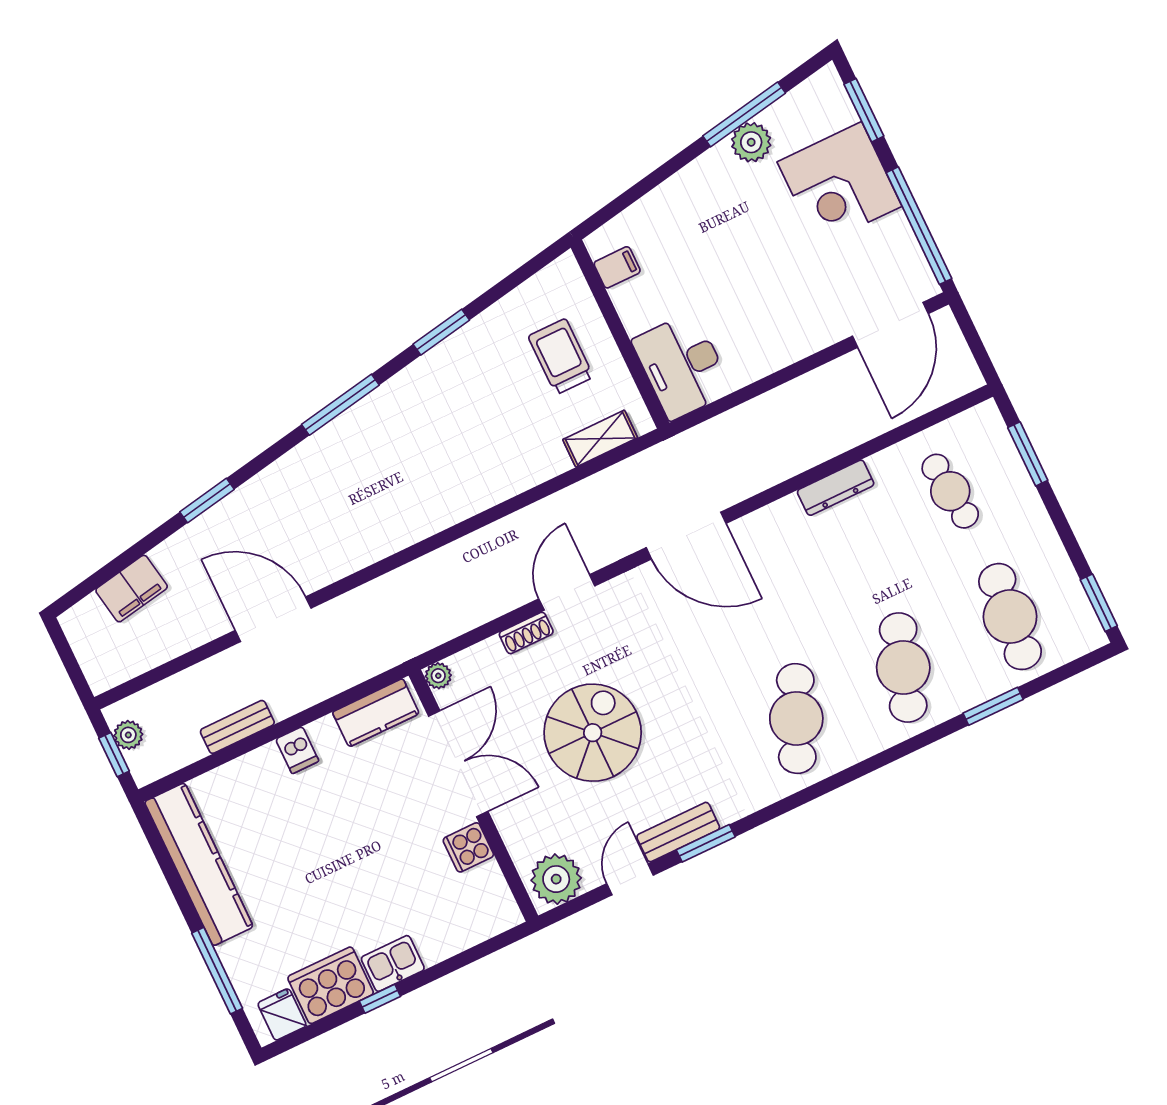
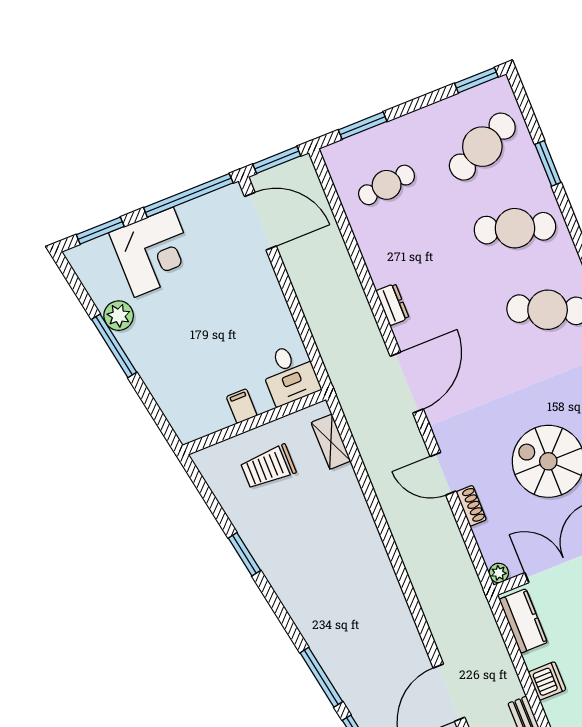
window: (744, 114) -> (114, 346), moved
filing cabinet: (617, 267) -> (242, 406), moved
window: (974, 341) -> (277, 160), added
desk: (682, 366) -> (289, 374), width x0.73
window: (340, 405) -> (321, 677), moved
dresser: (836, 488) -> (392, 305), moved, width x0.70
cafe table: (1010, 617) -> (482, 147), turned -30
dishwasher: (297, 750) -> (547, 681), width x1.38

